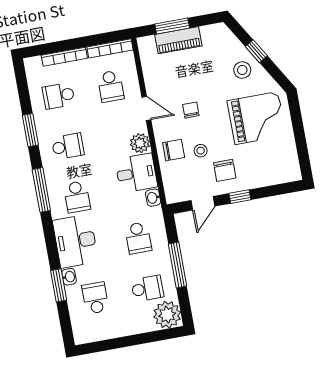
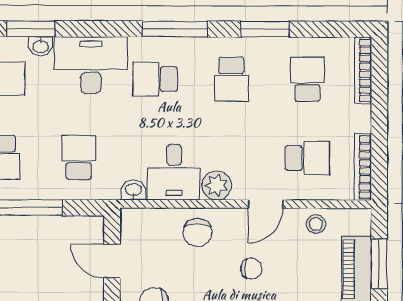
bookcase: (64, 57) -> (363, 70), moved
school desk: (111, 86) -> (307, 158), turned 180
stool: (201, 151) -> (316, 224), moved
school desk: (138, 238) -> (79, 157), turned 90

